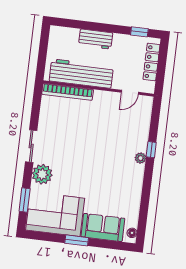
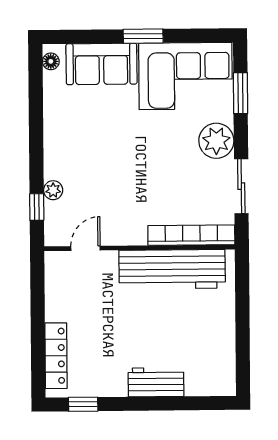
workbench: (81, 74) -> (172, 269), moved
wall: (99, 88) -> (139, 248), moved
bookcase: (68, 92) -> (191, 235), moved
door: (130, 92) -> (85, 248), moved

